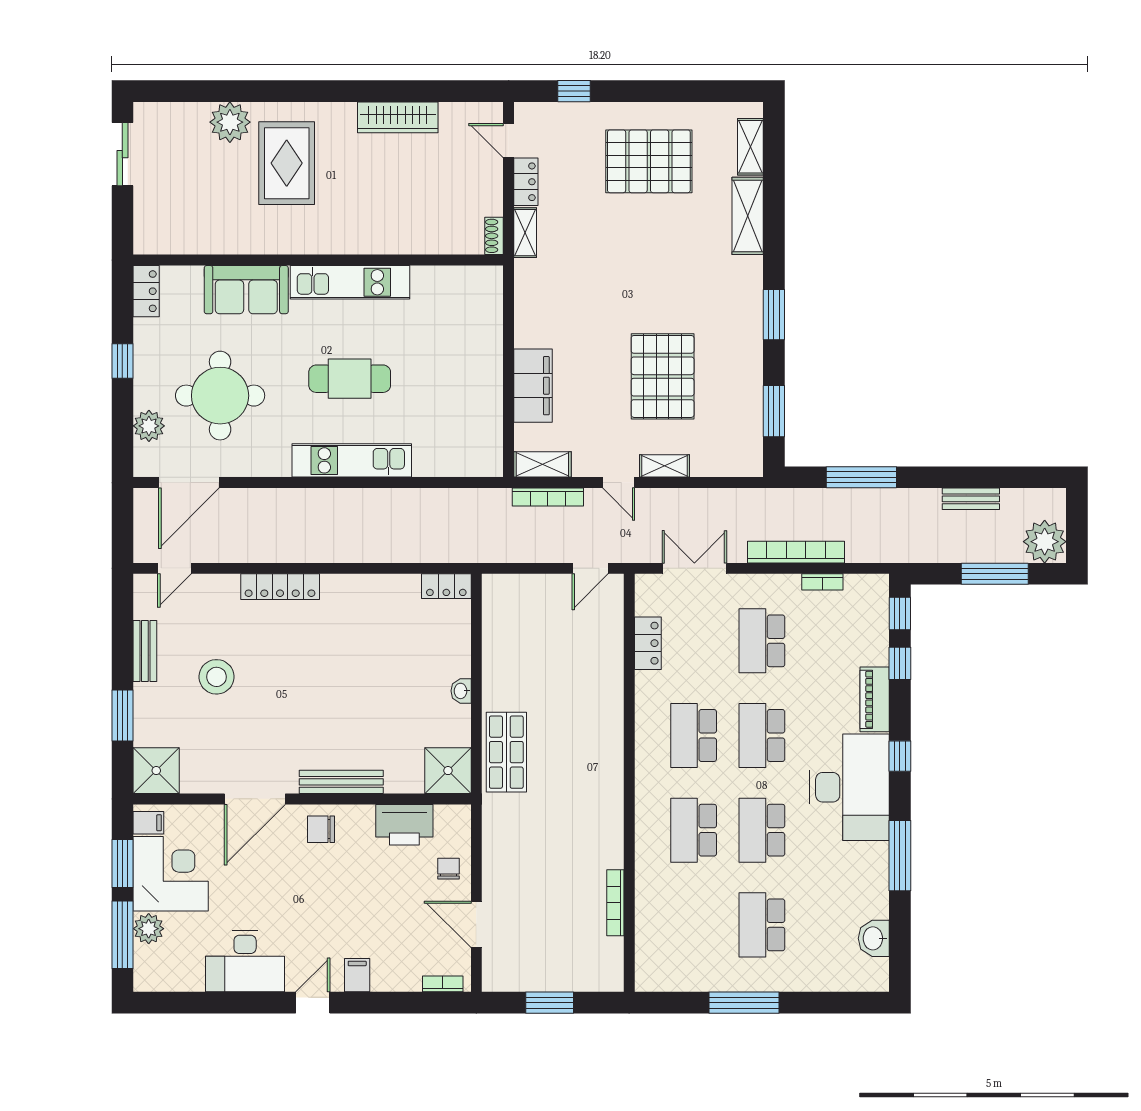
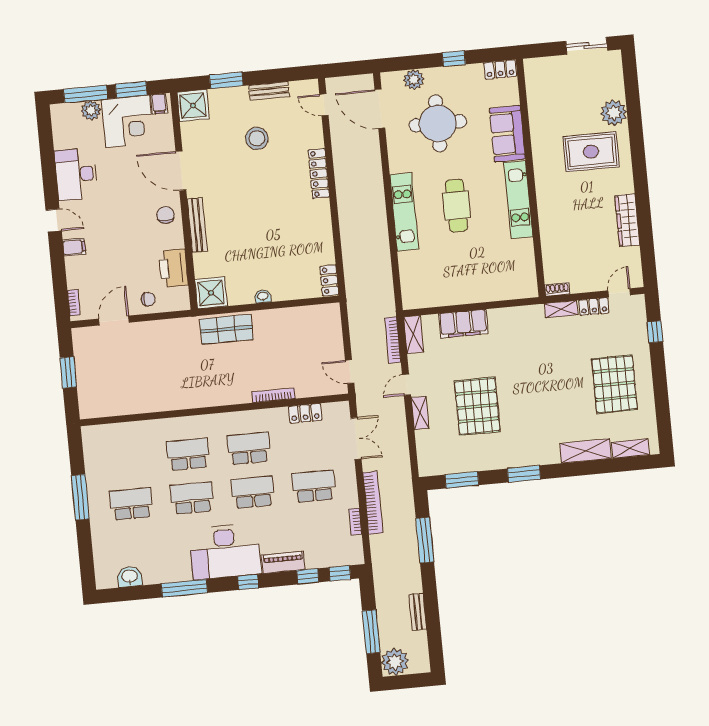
pallet: (663, 376) -> (477, 406), turned 90
bookcase: (615, 903) -> (274, 395), moved

